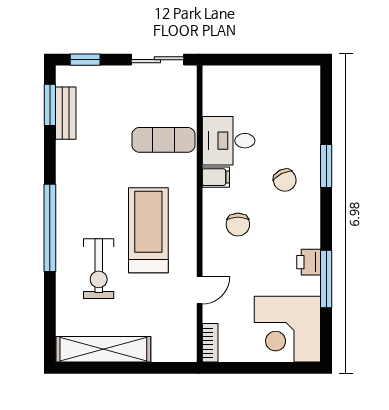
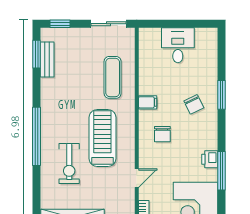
exercise mat: (164, 140) -> (113, 77), turned 90
desk: (229, 141) -> (178, 45), moved, turned 90

